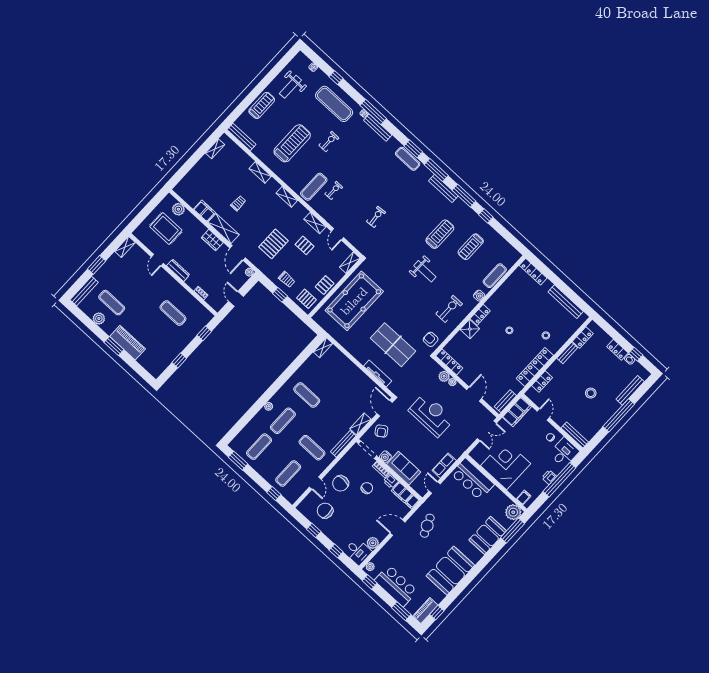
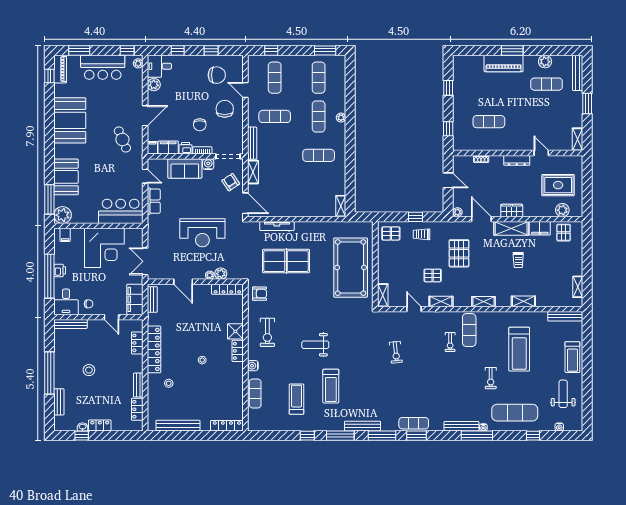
pallet: (325, 285) -> (564, 233), moved
bench: (630, 390) -> (59, 402), width x0.73

